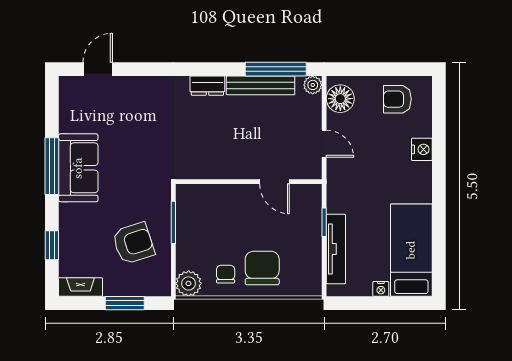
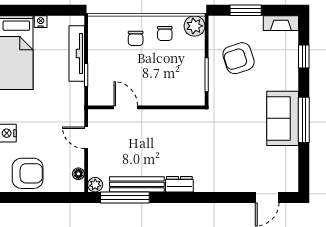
floor lamp: (340, 99) -> (78, 174), width x0.53, depth x0.53
armchair: (397, 99) -> (28, 173), width x1.38, depth x1.38
chair: (262, 268) -> (136, 38), width x0.54, depth x0.54

